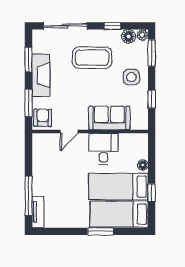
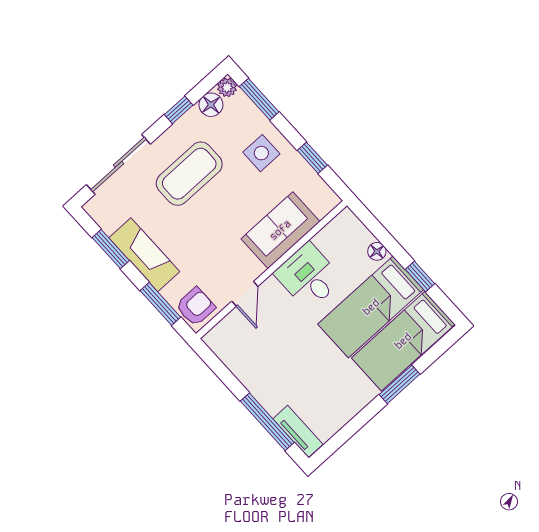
armchair: (43, 118) -> (196, 307), turned 89

